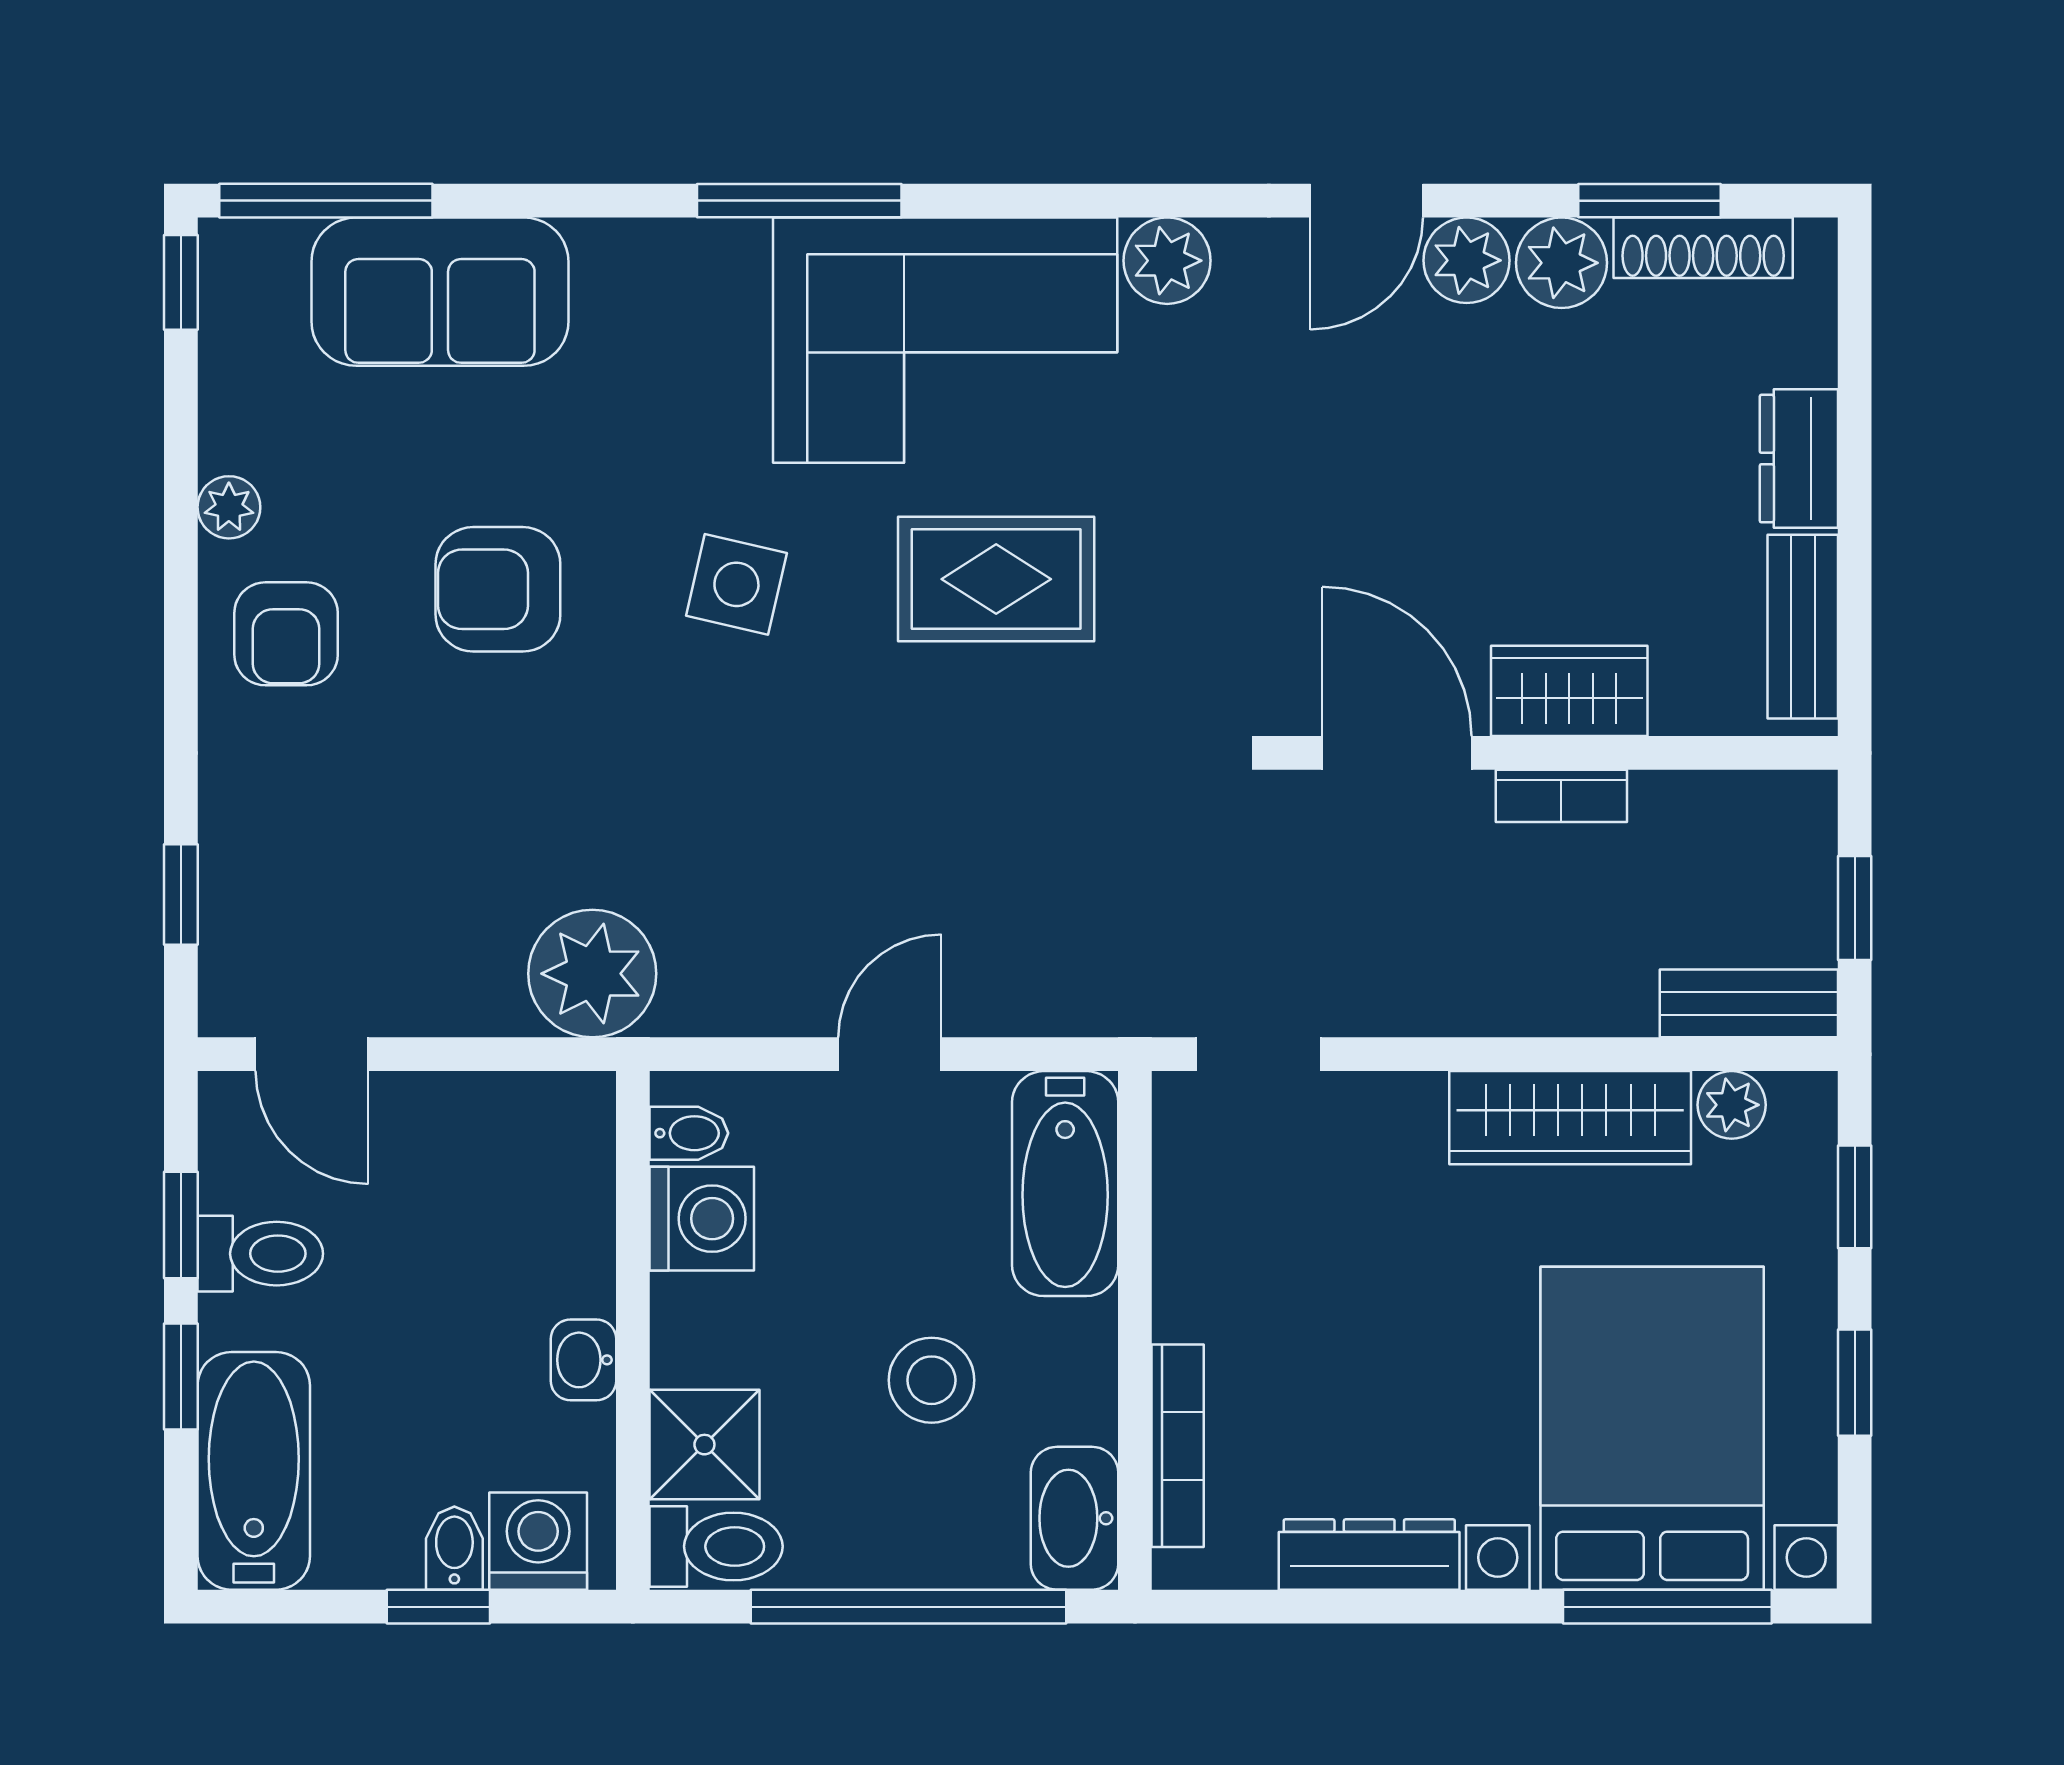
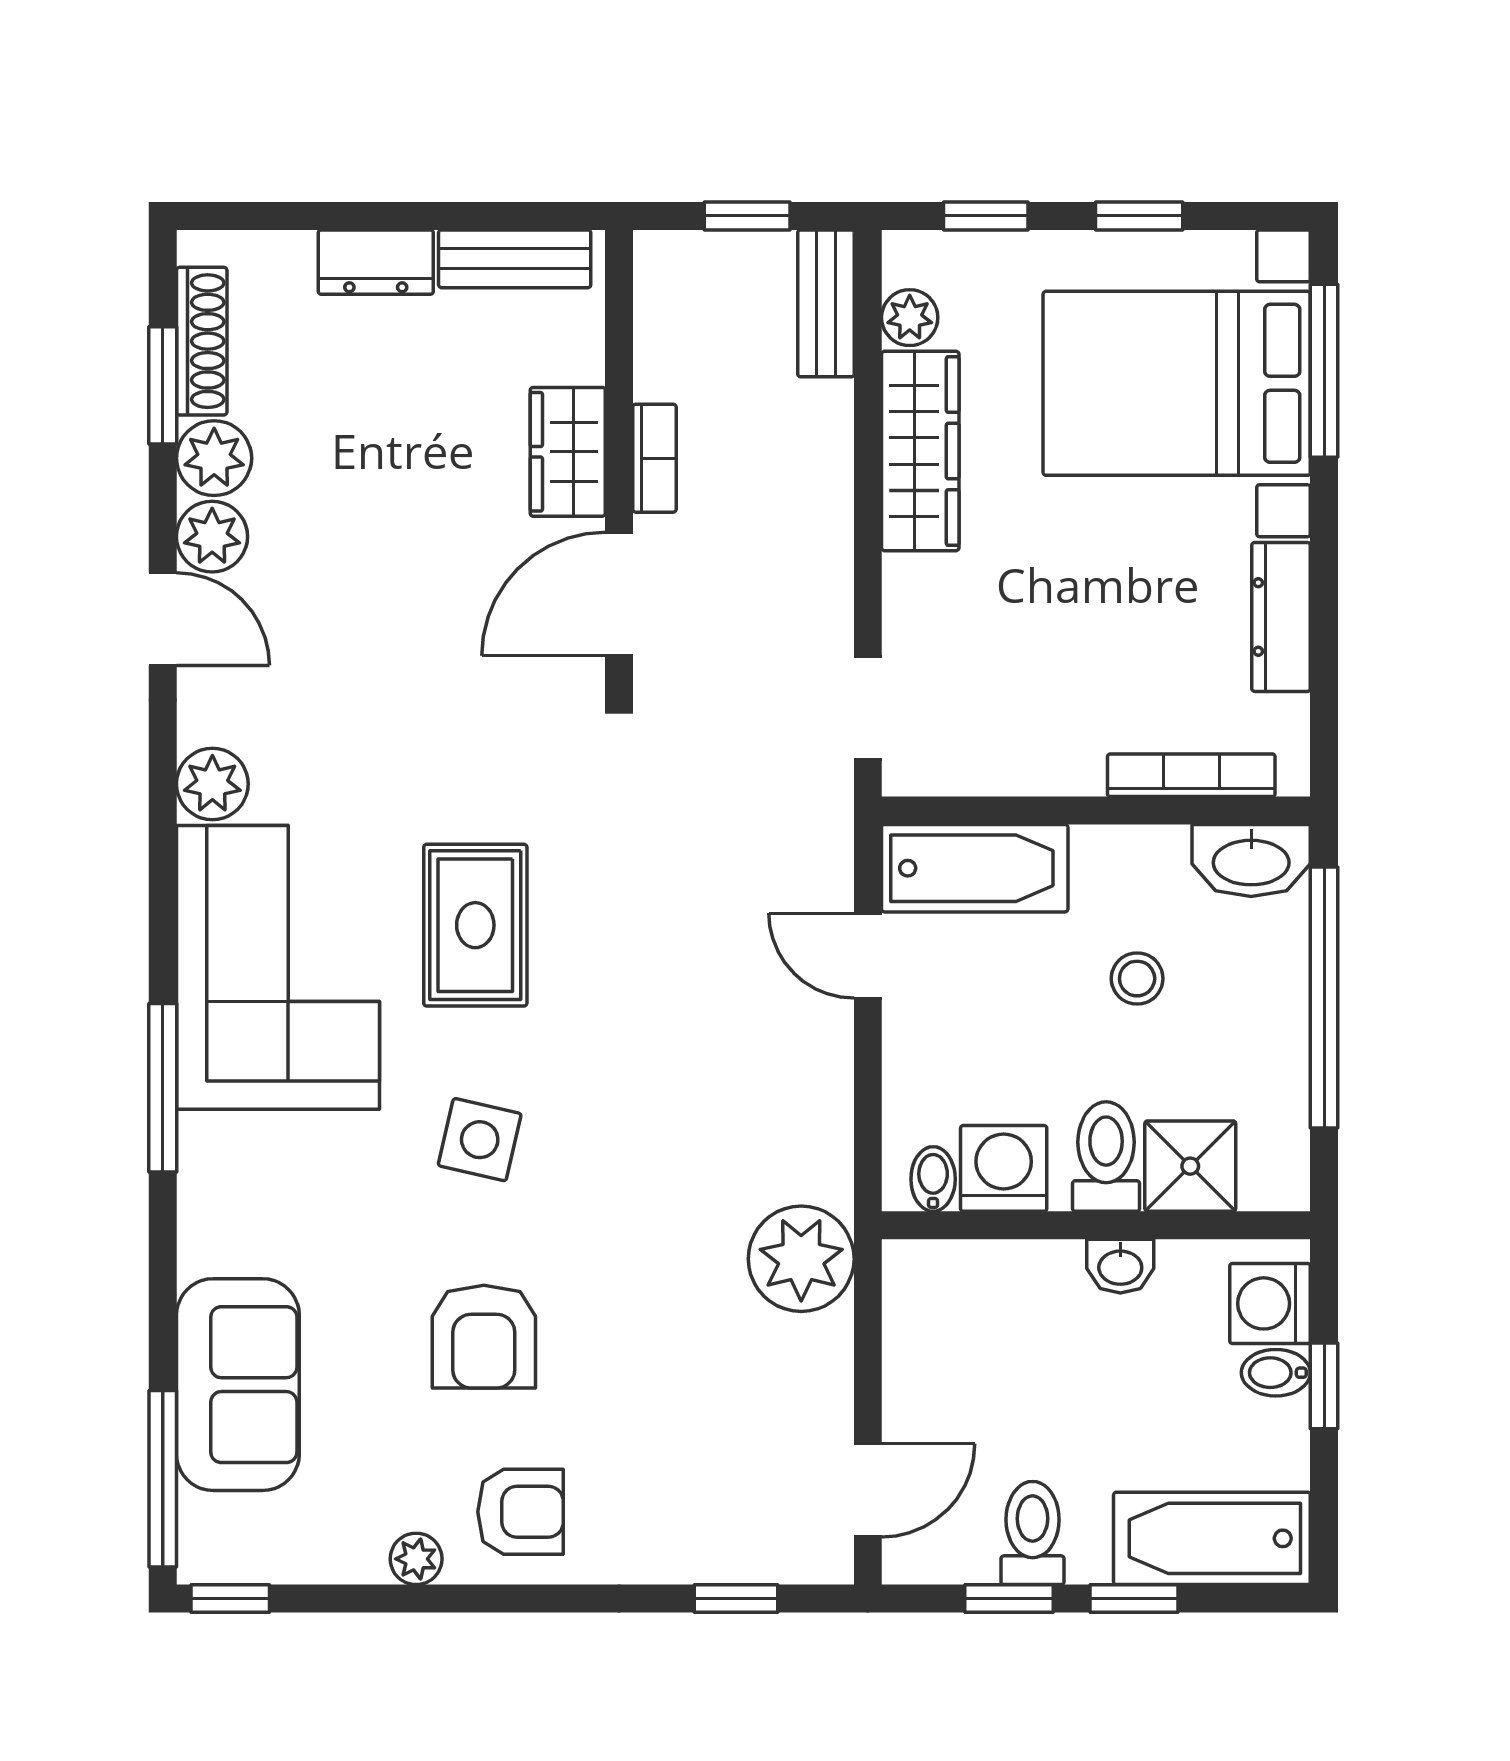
door: (890, 1054) -> (868, 956), moved
stool: (932, 1380) -> (1137, 979), width x0.73, depth x0.73
toilet: (716, 1546) -> (1106, 1156), moved

